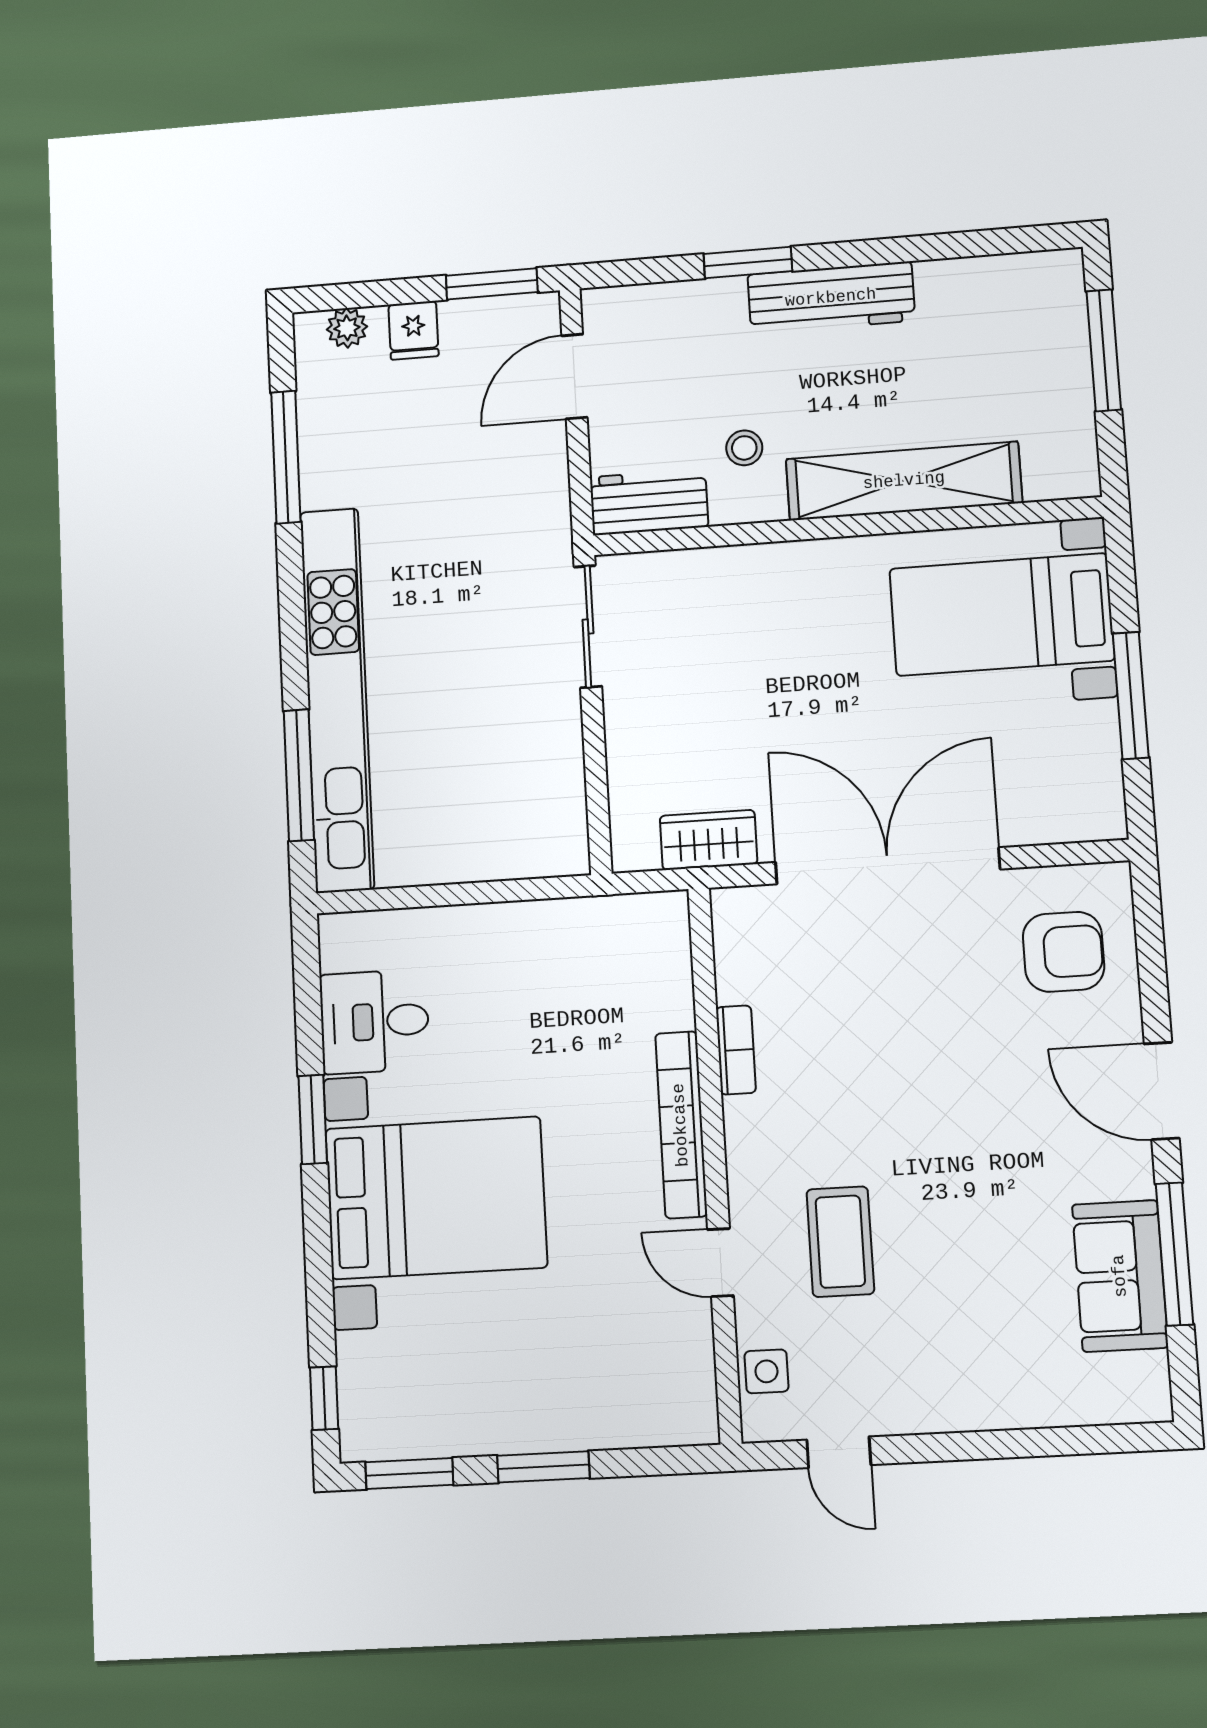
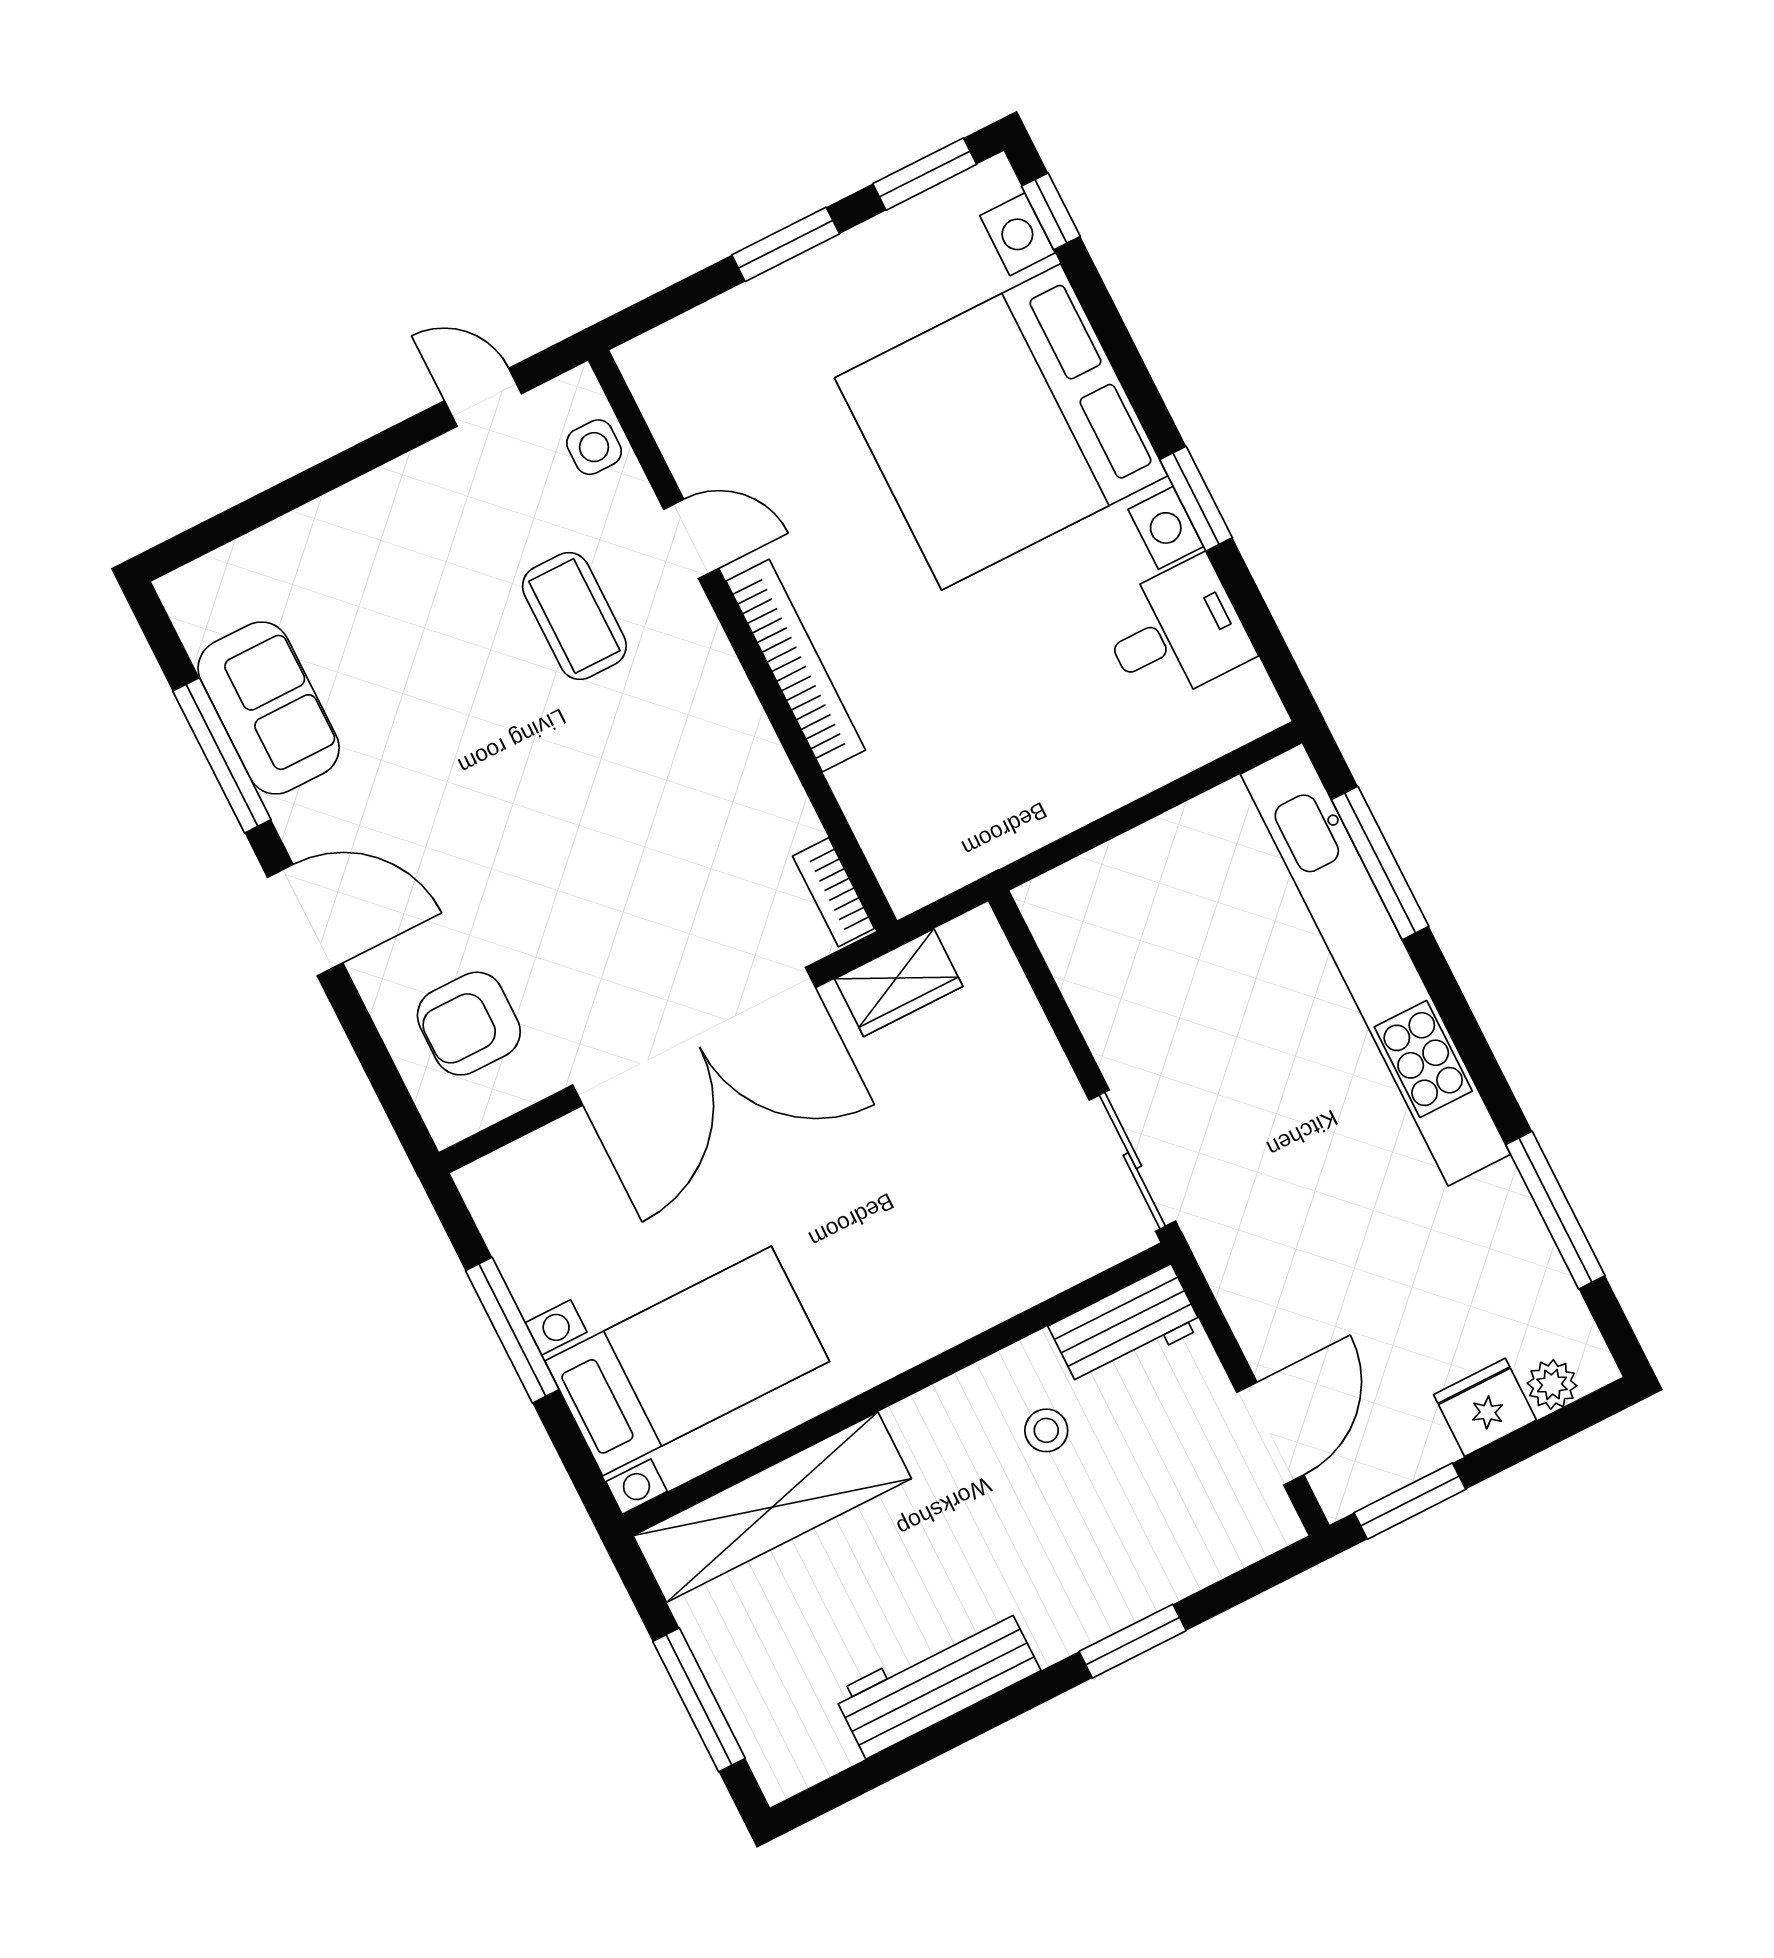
workbench: (831, 298) -> (937, 1682), moved
fridge: (414, 330) -> (1485, 1407), width x1.38
shelving: (904, 481) -> (772, 1507), moved
bookcase: (736, 1050) -> (834, 892), moved
bed with nightstands: (436, 1198) -> (1001, 427), width x1.36

